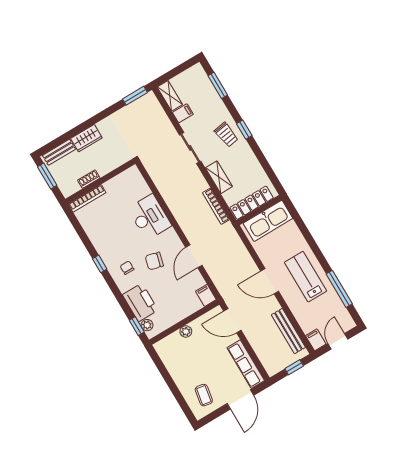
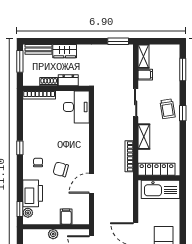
dresser: (108, 166) -> (68, 80), added
desk: (150, 217) -> (76, 107), moved
filing cabinet: (206, 295) -> (66, 217), moved

